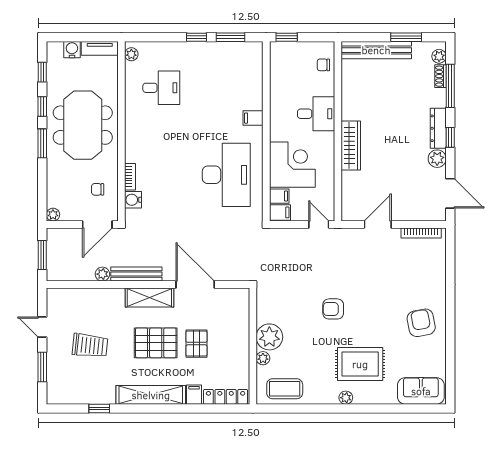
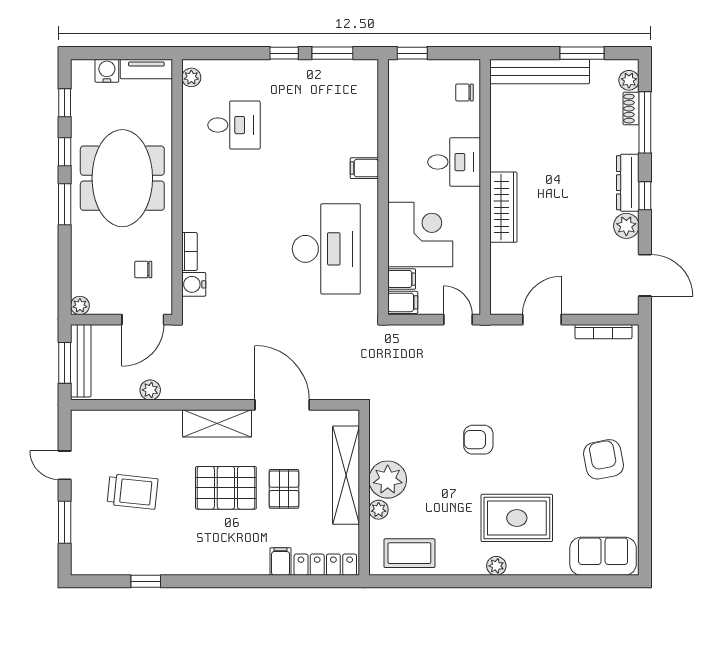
bench: (136, 274) -> (81, 361), moved, turned 90
shelving: (151, 395) -> (346, 475), moved, turned 90

